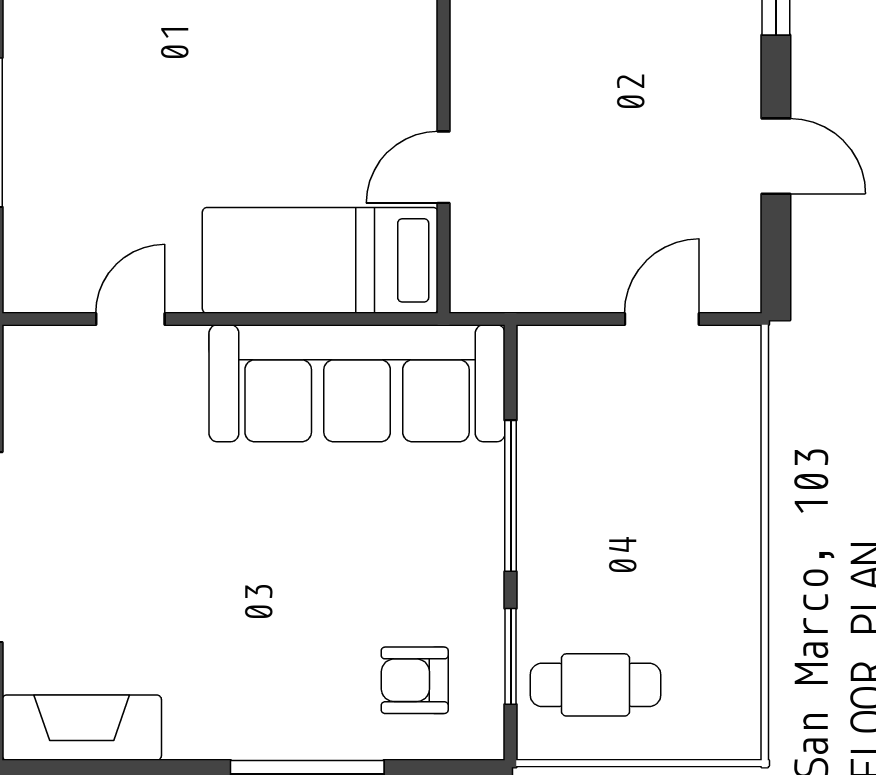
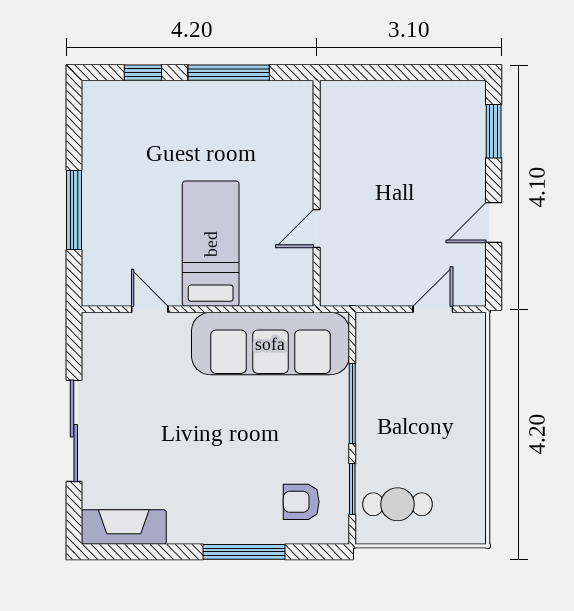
door: (776, 156) -> (494, 223), swing flipped
bed: (320, 260) -> (211, 244), moved, turned 90
door: (130, 319) -> (150, 309), hinge flipped

